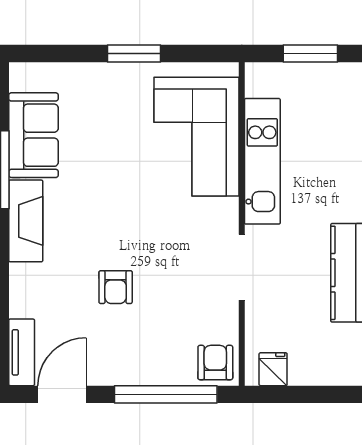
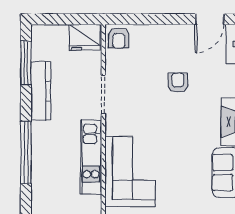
fridge: (273, 369) -> (85, 37), width x1.88, depth x1.34
window: (166, 394) -> (148, 19), removed

